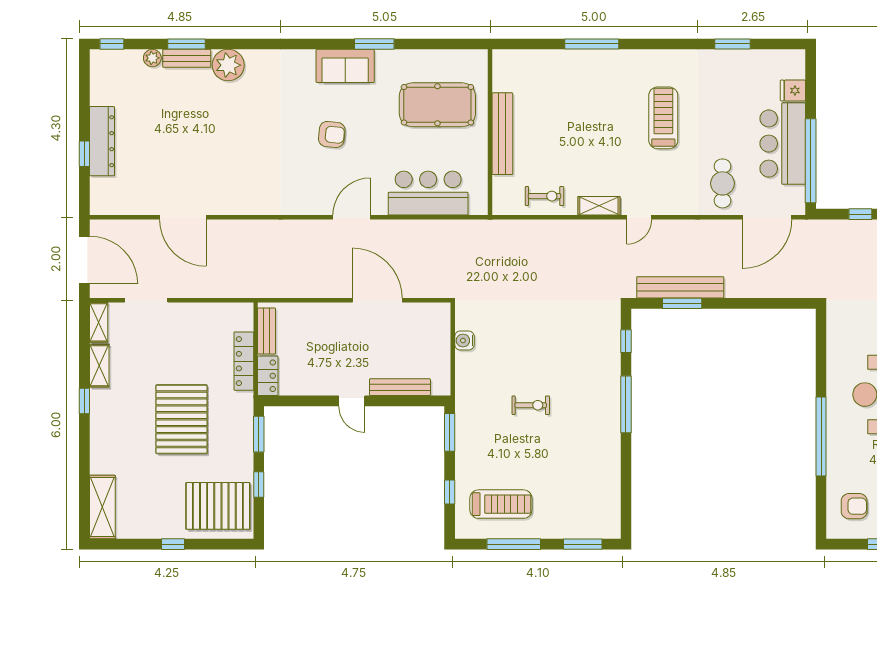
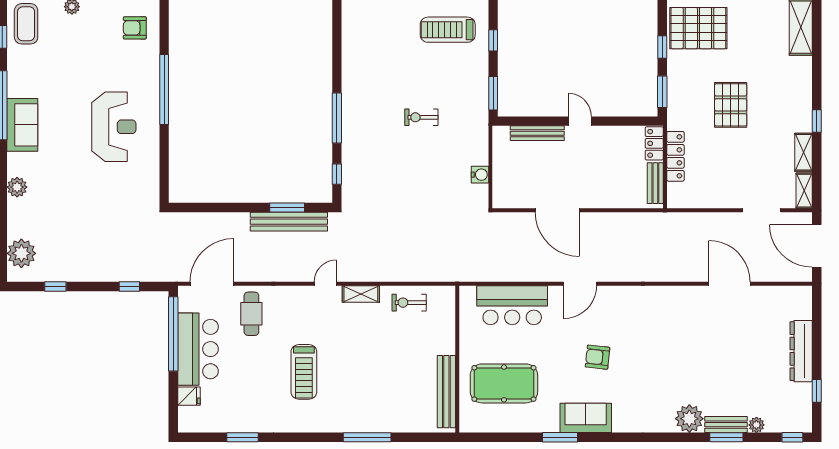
bench: (502, 134) -> (446, 392), moved
window: (84, 154) -> (817, 391), moved
pallet: (182, 419) -> (731, 105), width x0.73, depth x0.71

